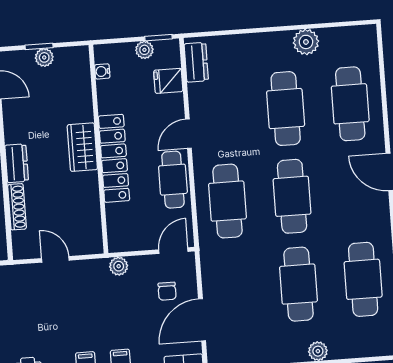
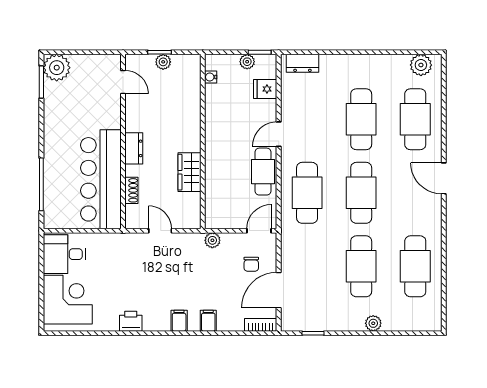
plant: (306, 42) -> (421, 65), moved
dresser: (196, 62) -> (302, 63), moved, turned 90
wardrobe: (82, 147) -> (189, 172), moved
locker: (114, 158) -> (215, 150), removed
shoe rack: (17, 207) -> (131, 190), width x0.70

